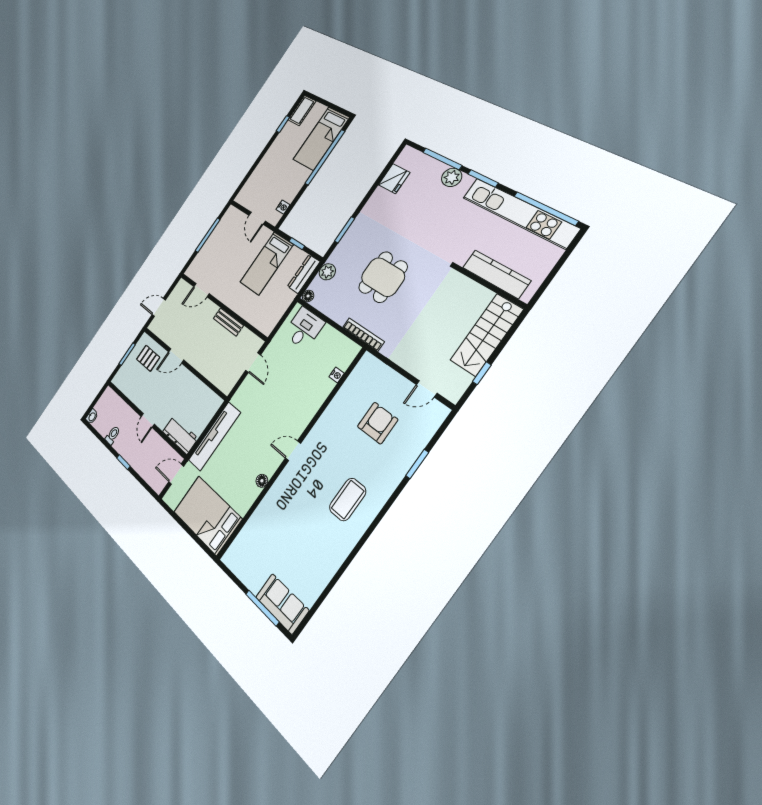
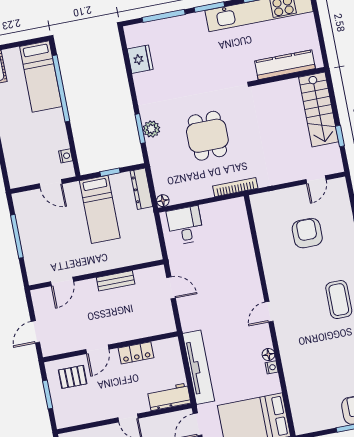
plant: (452, 177) -> (185, 24), removed
plant: (327, 272) -> (151, 129), moved
nightstand: (337, 375) -> (272, 367), moved
locker: (192, 383) -> (136, 353), added

